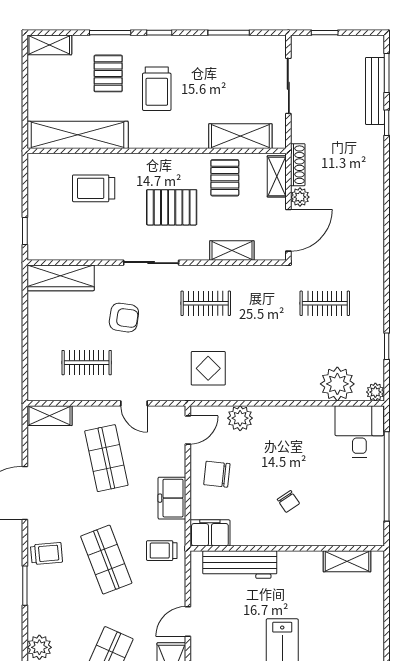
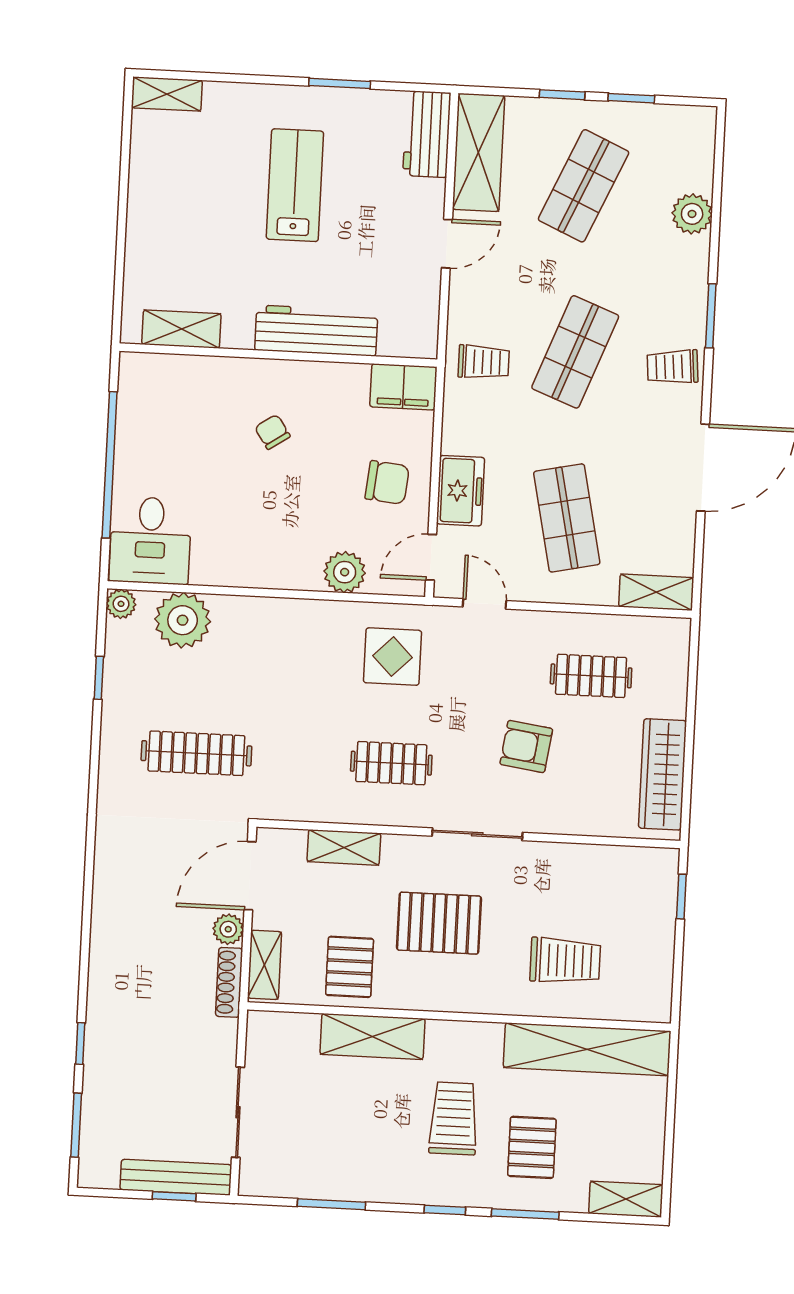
bench: (375, 91) -> (176, 1177), moved, turned 90
shelving: (240, 136) -> (373, 1036), moved
wardrobe: (61, 278) -> (663, 774), moved, turned -90
clothes rail: (325, 303) -> (196, 753), width x1.36
door: (134, 403) -> (484, 604), moved
freezer: (172, 498) -> (460, 491), moved
shop shelf: (106, 560) -> (575, 352), turned 42
workbench: (240, 565) -> (316, 331), moved

